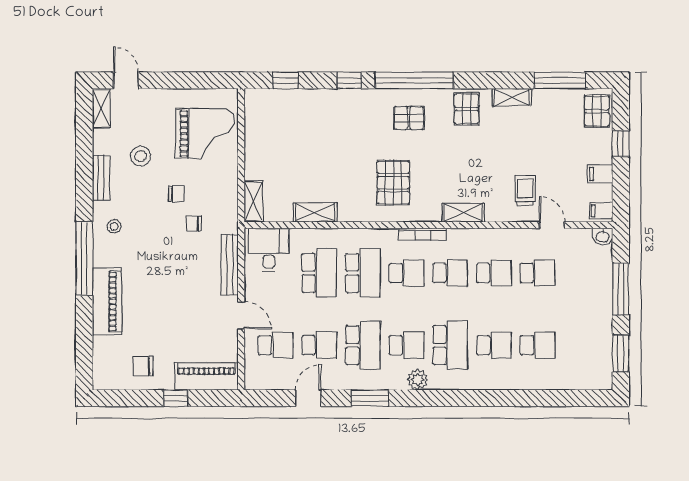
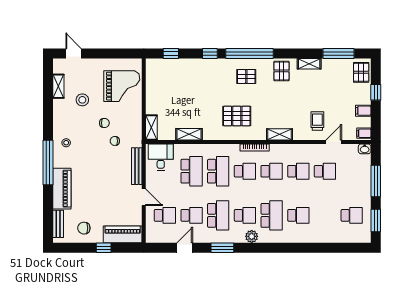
shelving: (101, 108) -> (58, 86), moved
bench: (101, 178) -> (58, 224), moved
pallet: (393, 183) -> (237, 116), turned 90
door: (552, 225) -> (334, 142), hinge flipped
school desk: (538, 345) -> (352, 215), moved

